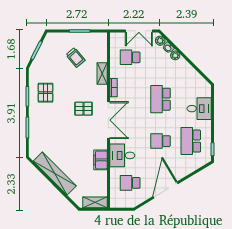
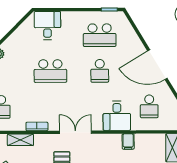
desk: (199, 109) -> (47, 25), moved
double door: (108, 120) -> (75, 132), width x0.73
filing cabinet: (100, 160) -> (128, 141), width x0.50

